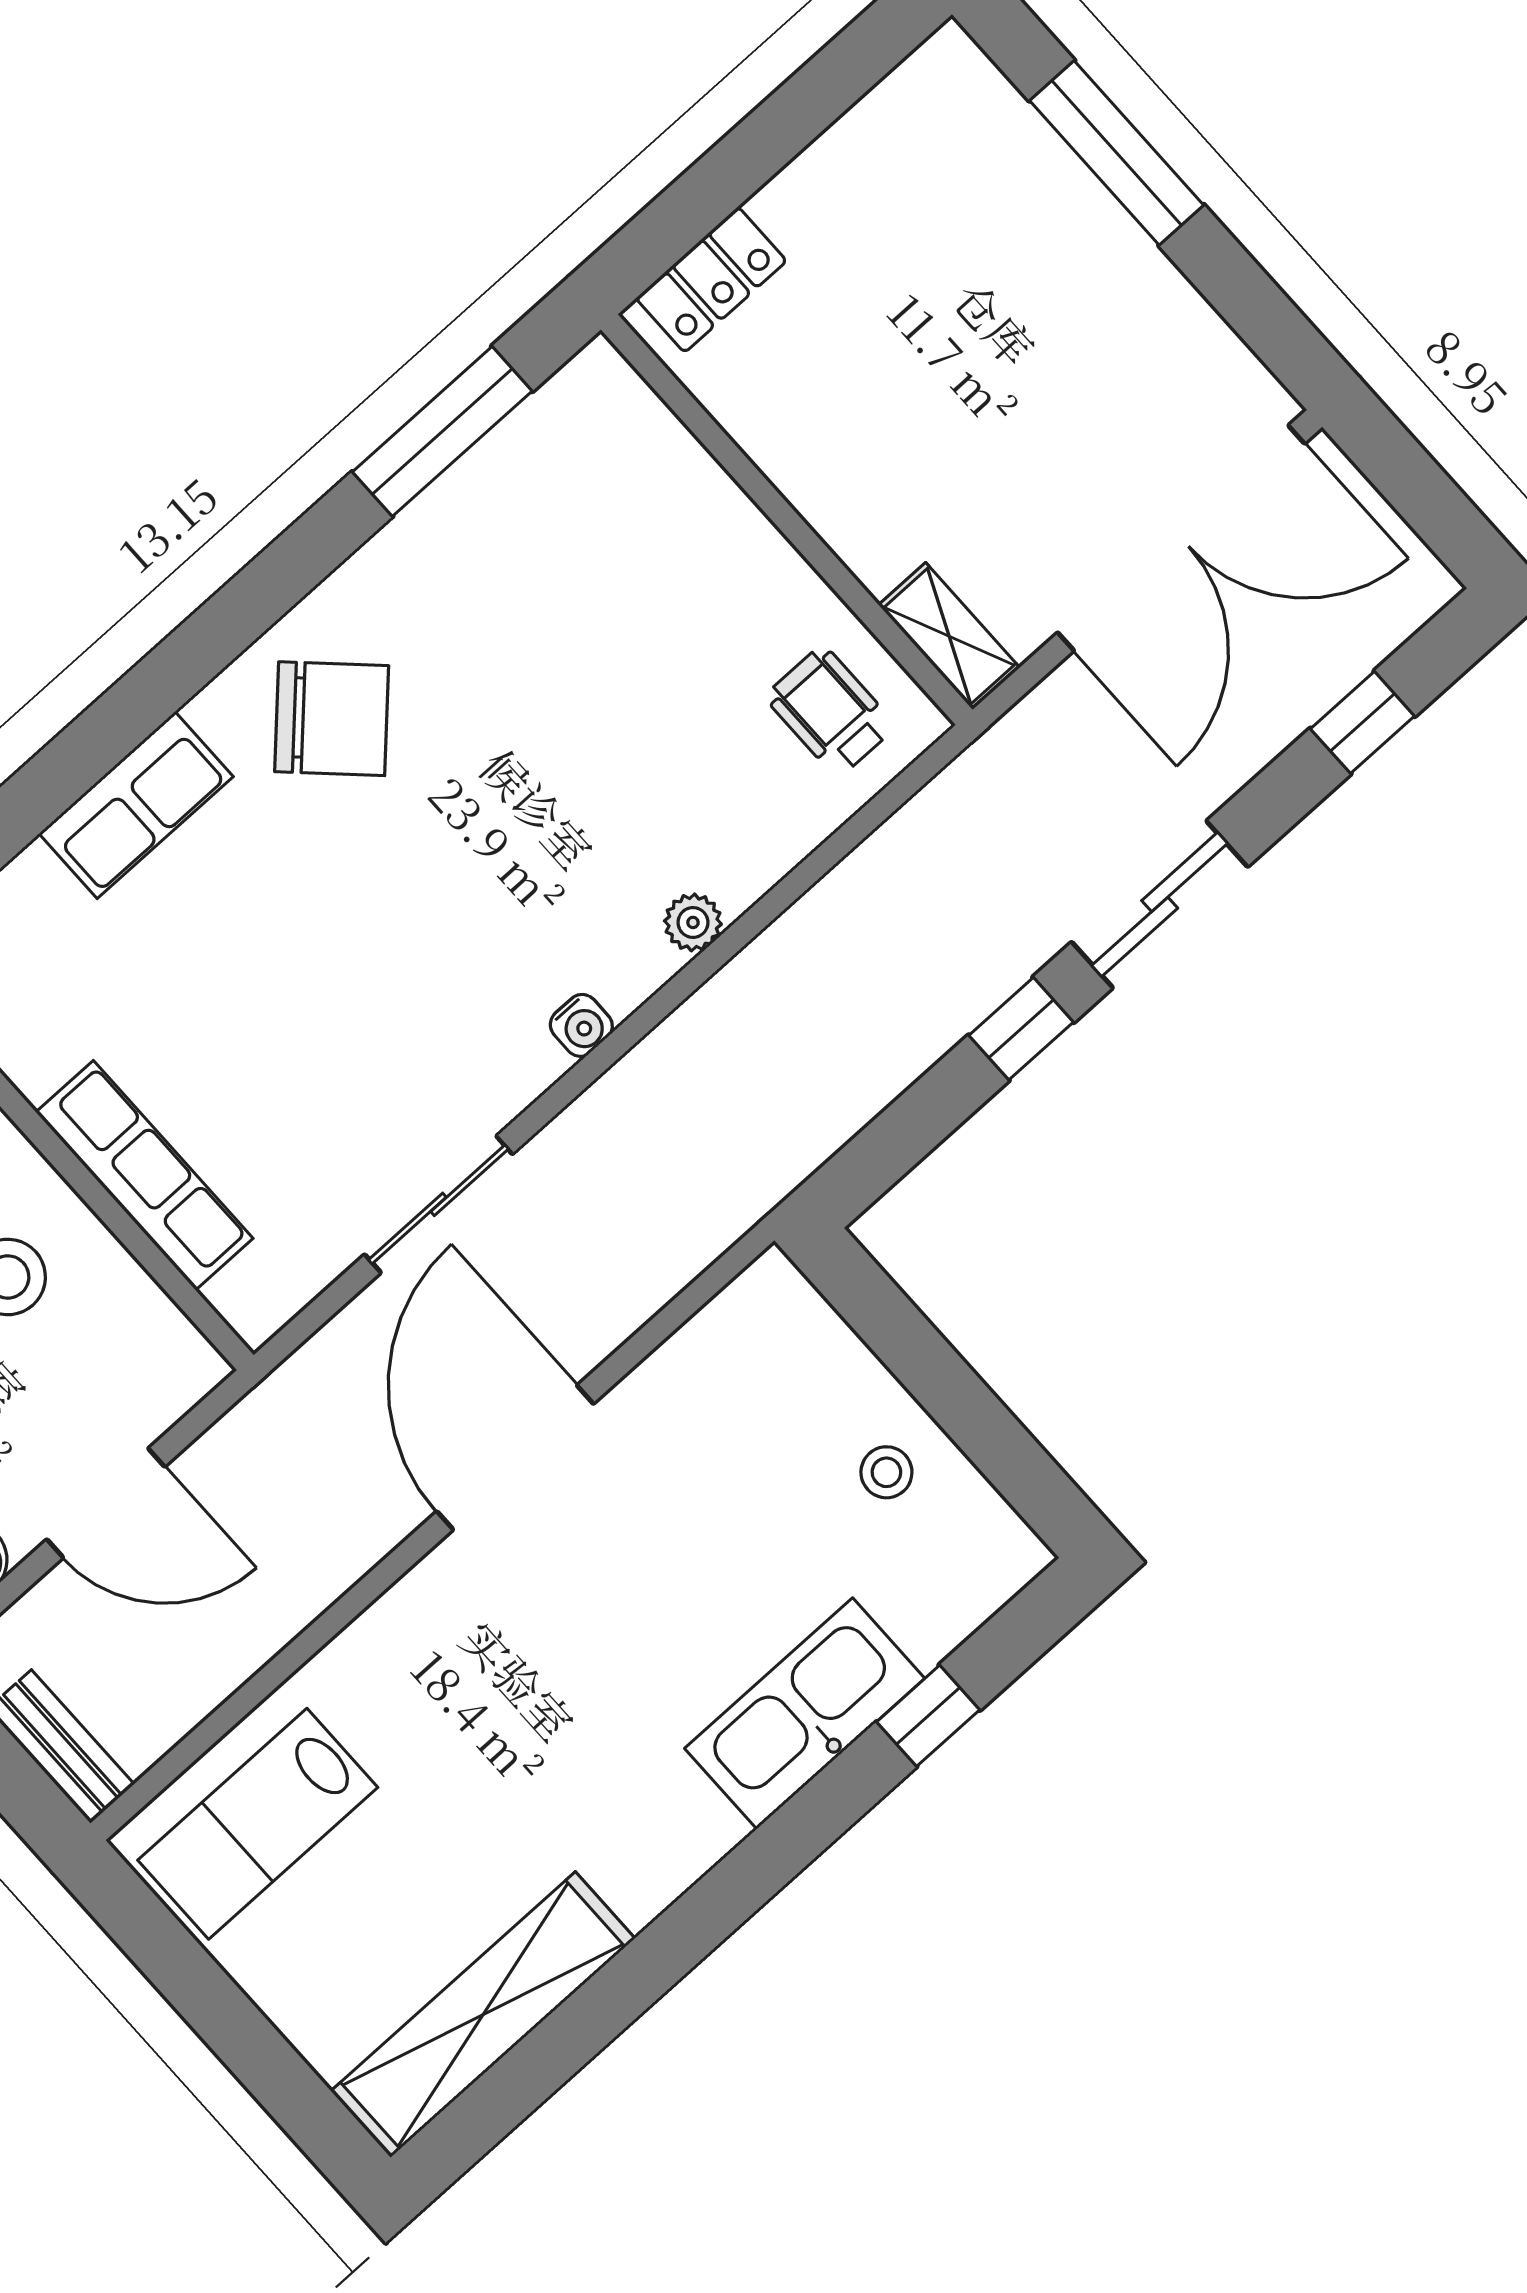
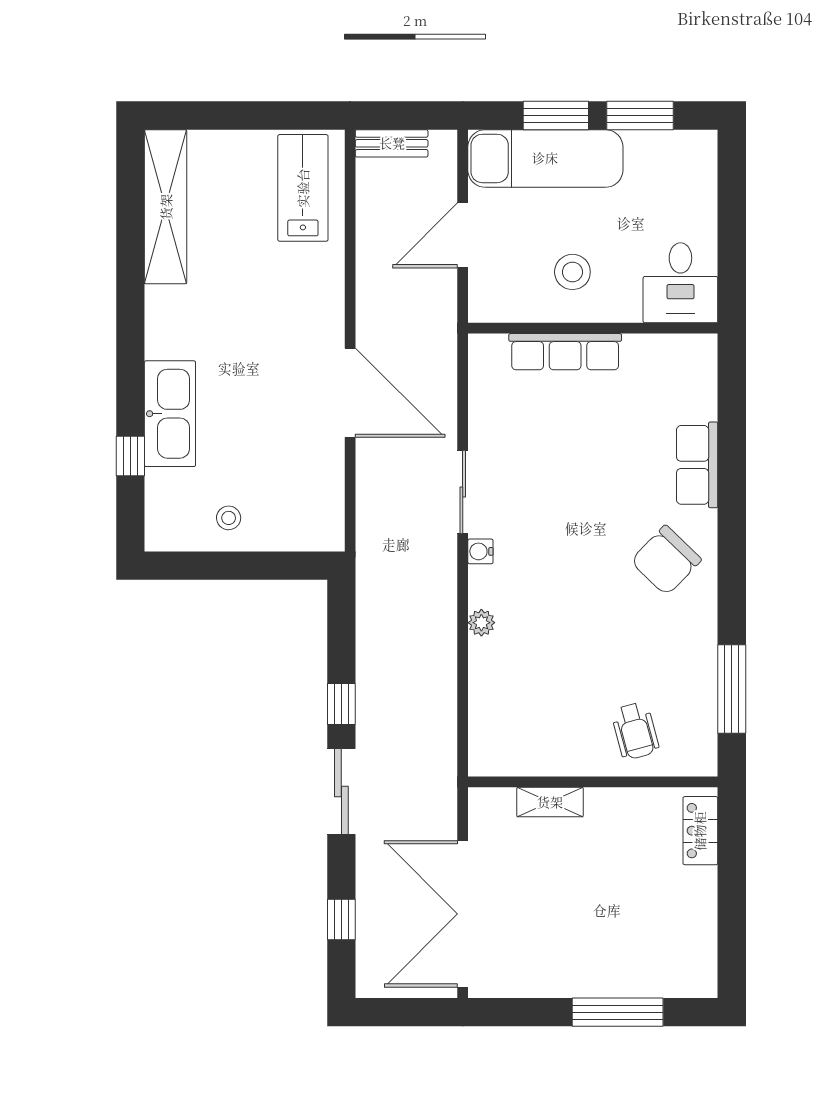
shelving: (949, 636) -> (550, 802), moved
wheelchair: (830, 711) -> (635, 731), moved, turned 75
sliding door: (438, 1204) -> (463, 492), moved

